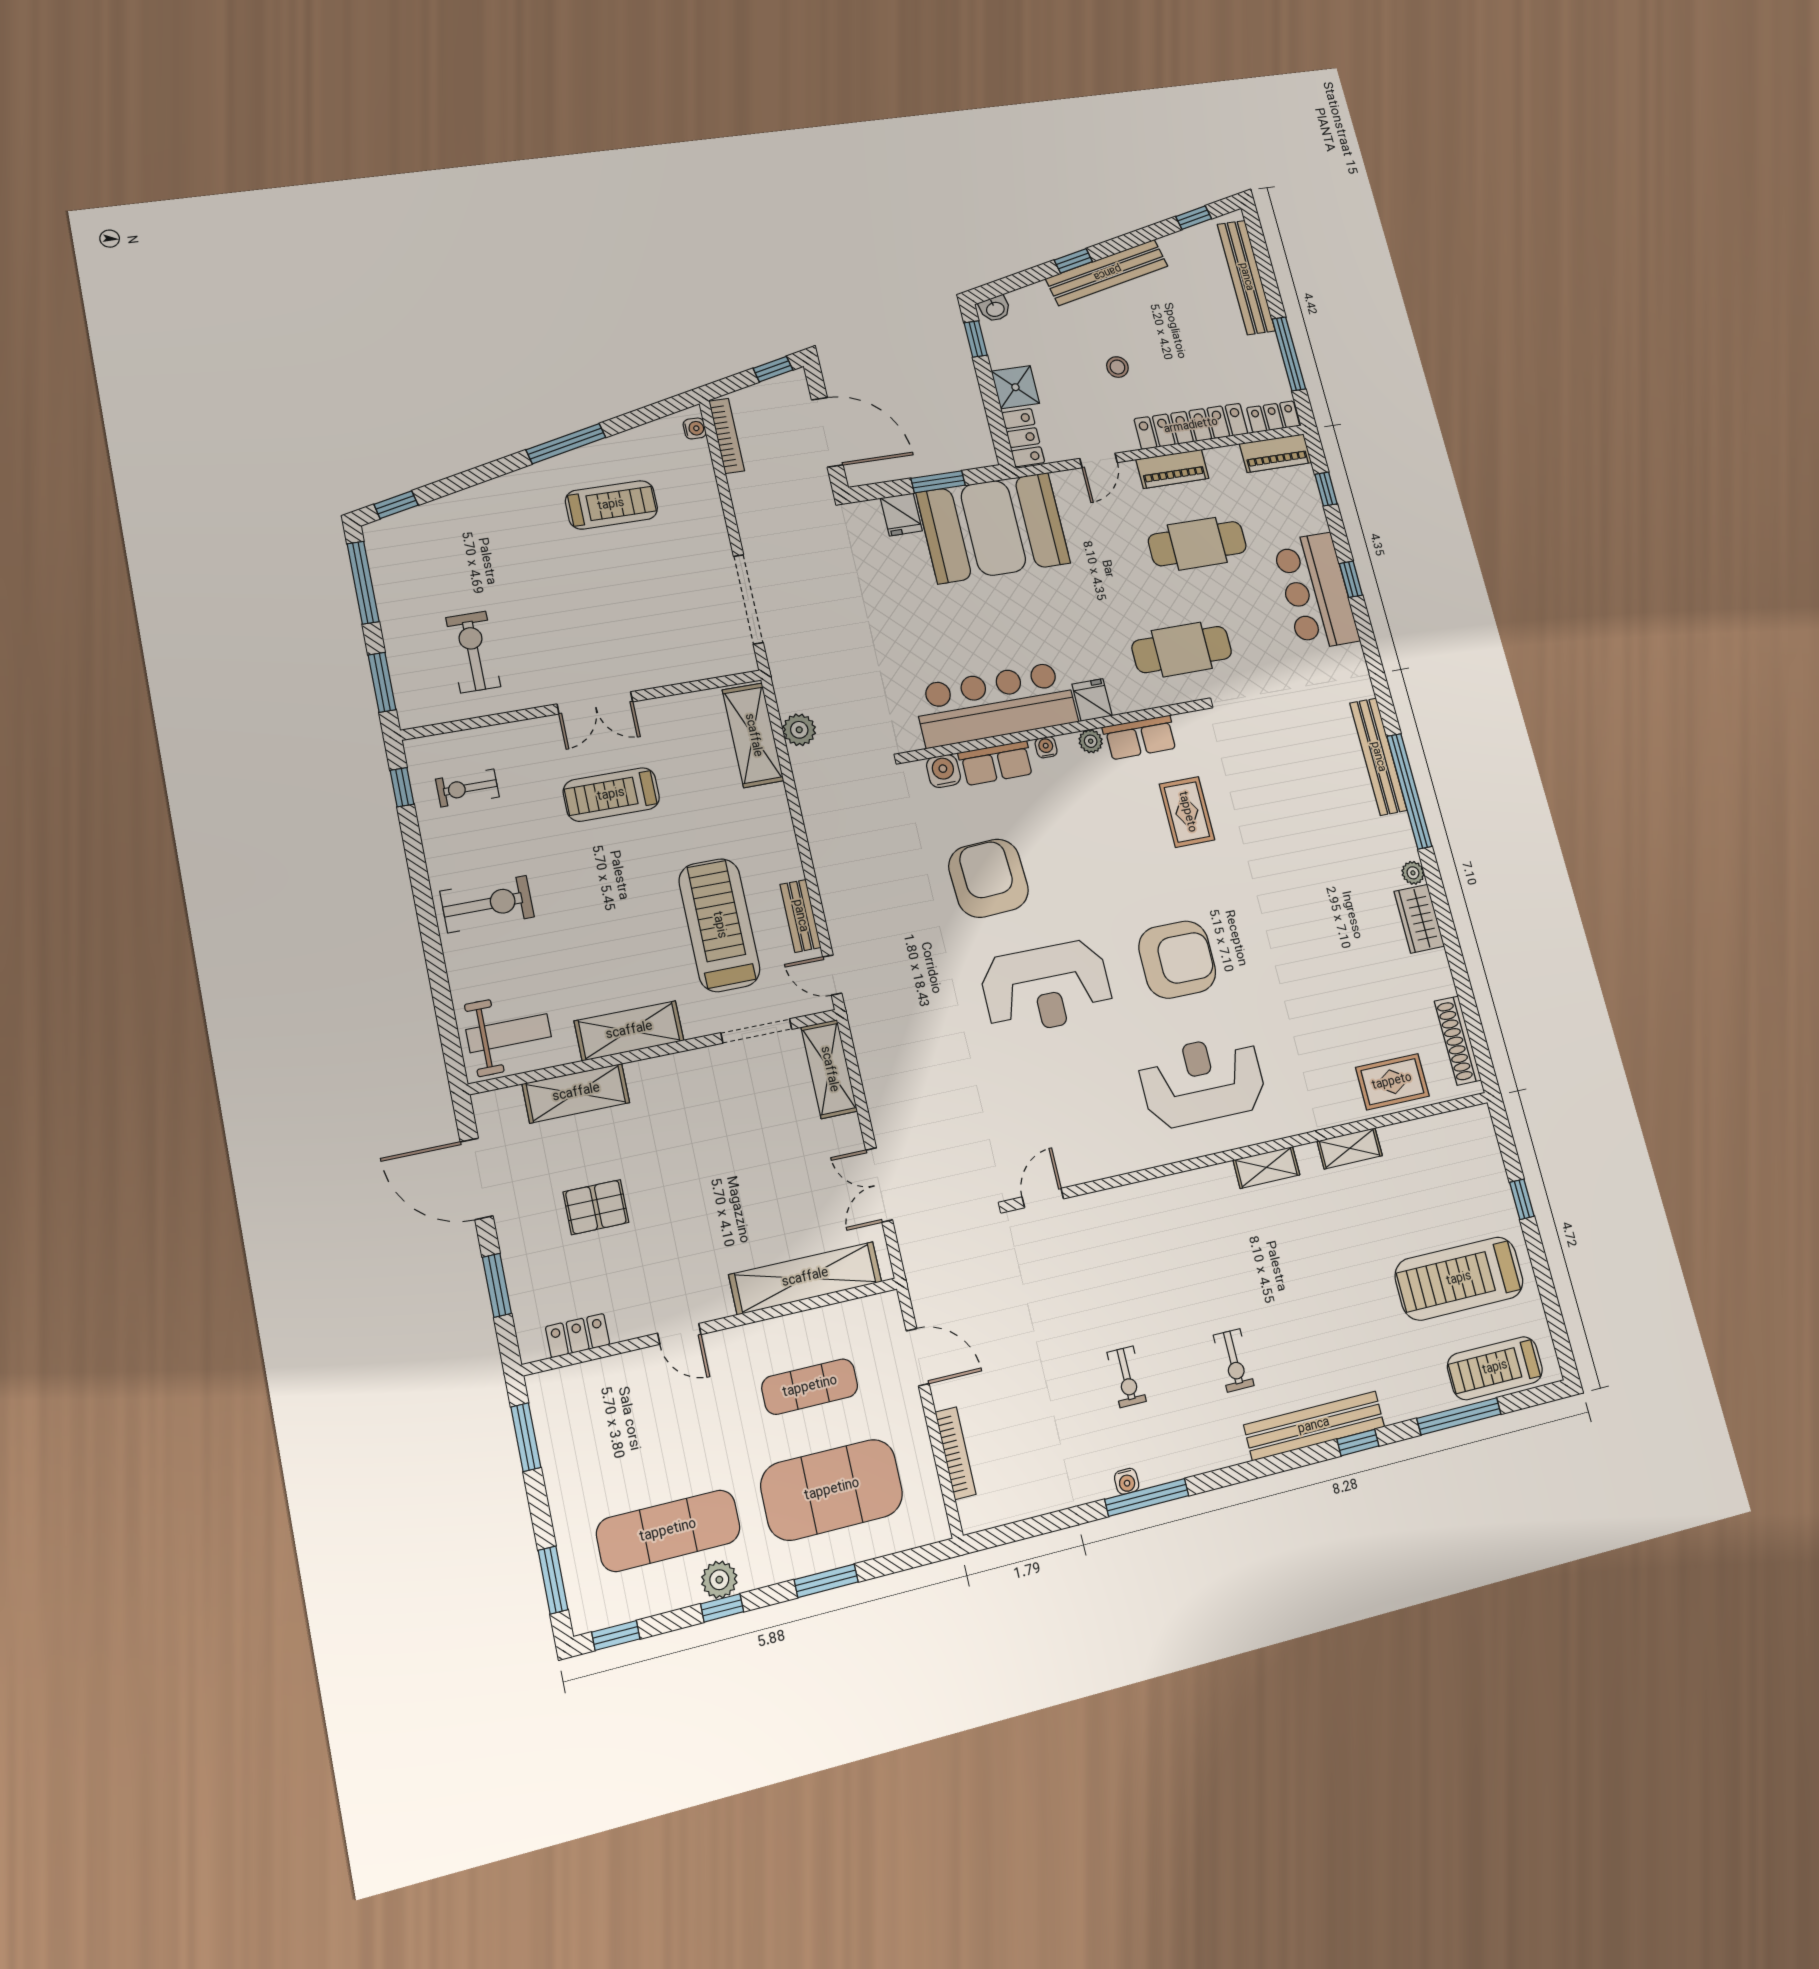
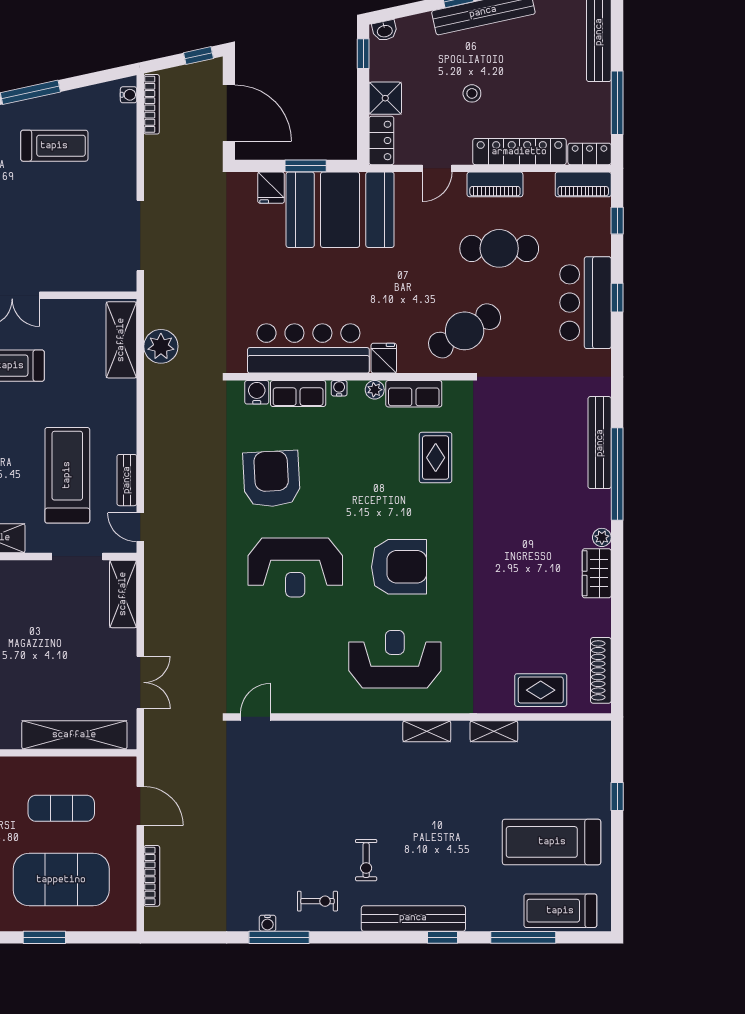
cafe table: (1182, 650) -> (465, 331), turned -31
plant: (799, 730) -> (161, 346), width x1.36, depth x1.36
double door: (879, 1185) -> (140, 682), swing flipped
exercise bike: (1127, 1377) -> (318, 901), moved, turned -90

